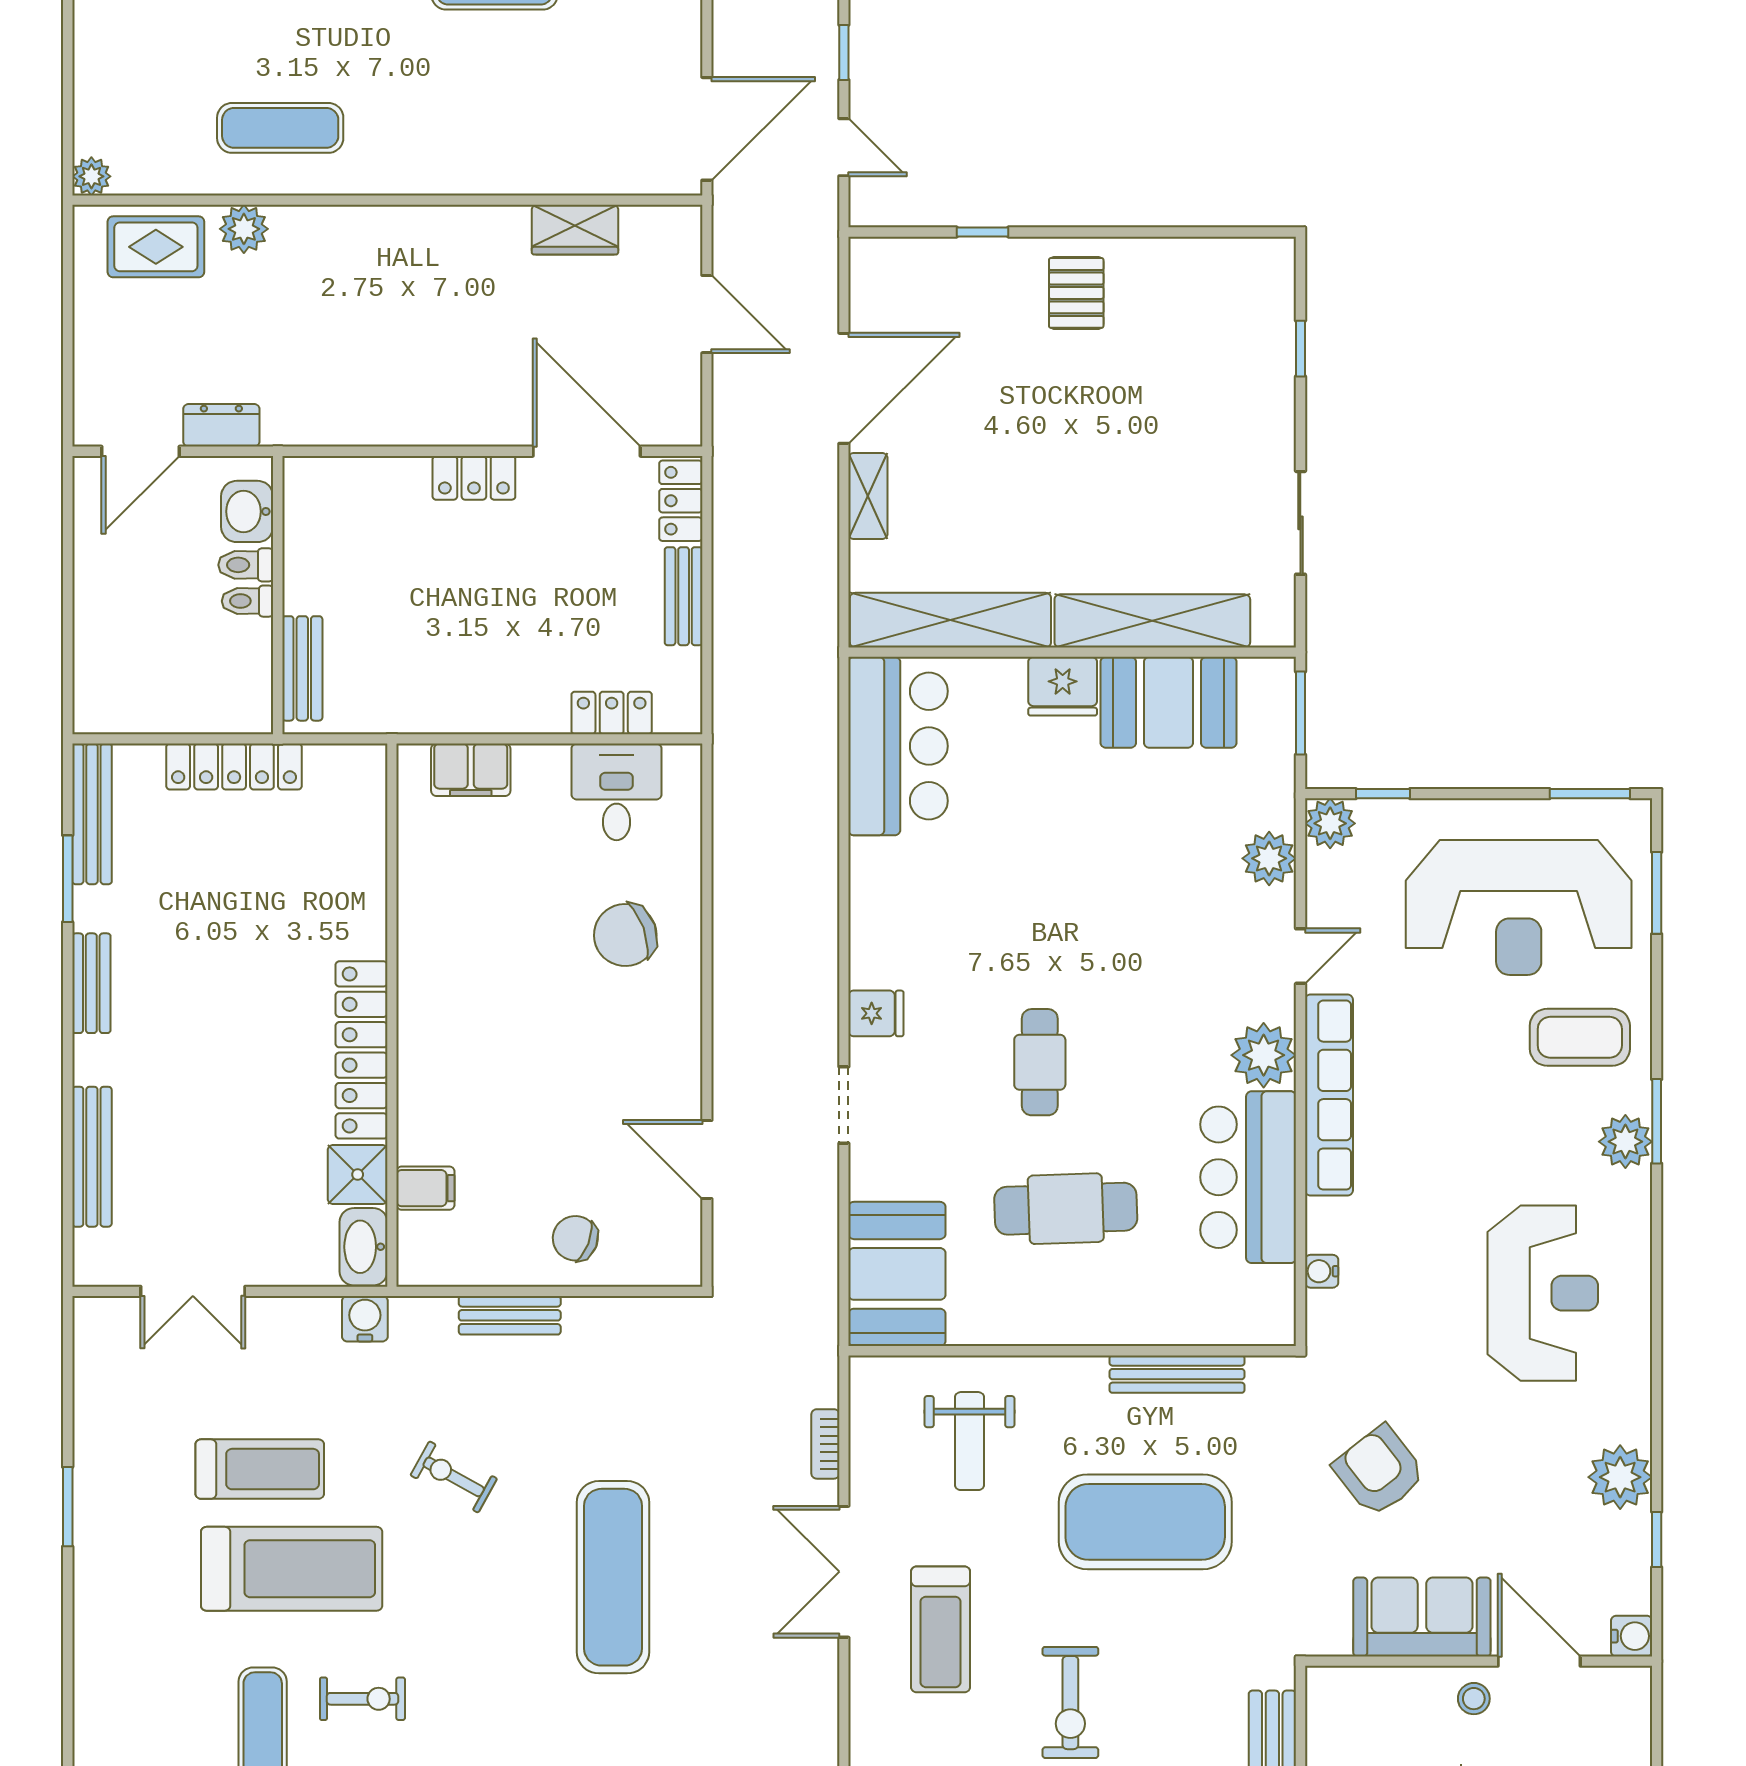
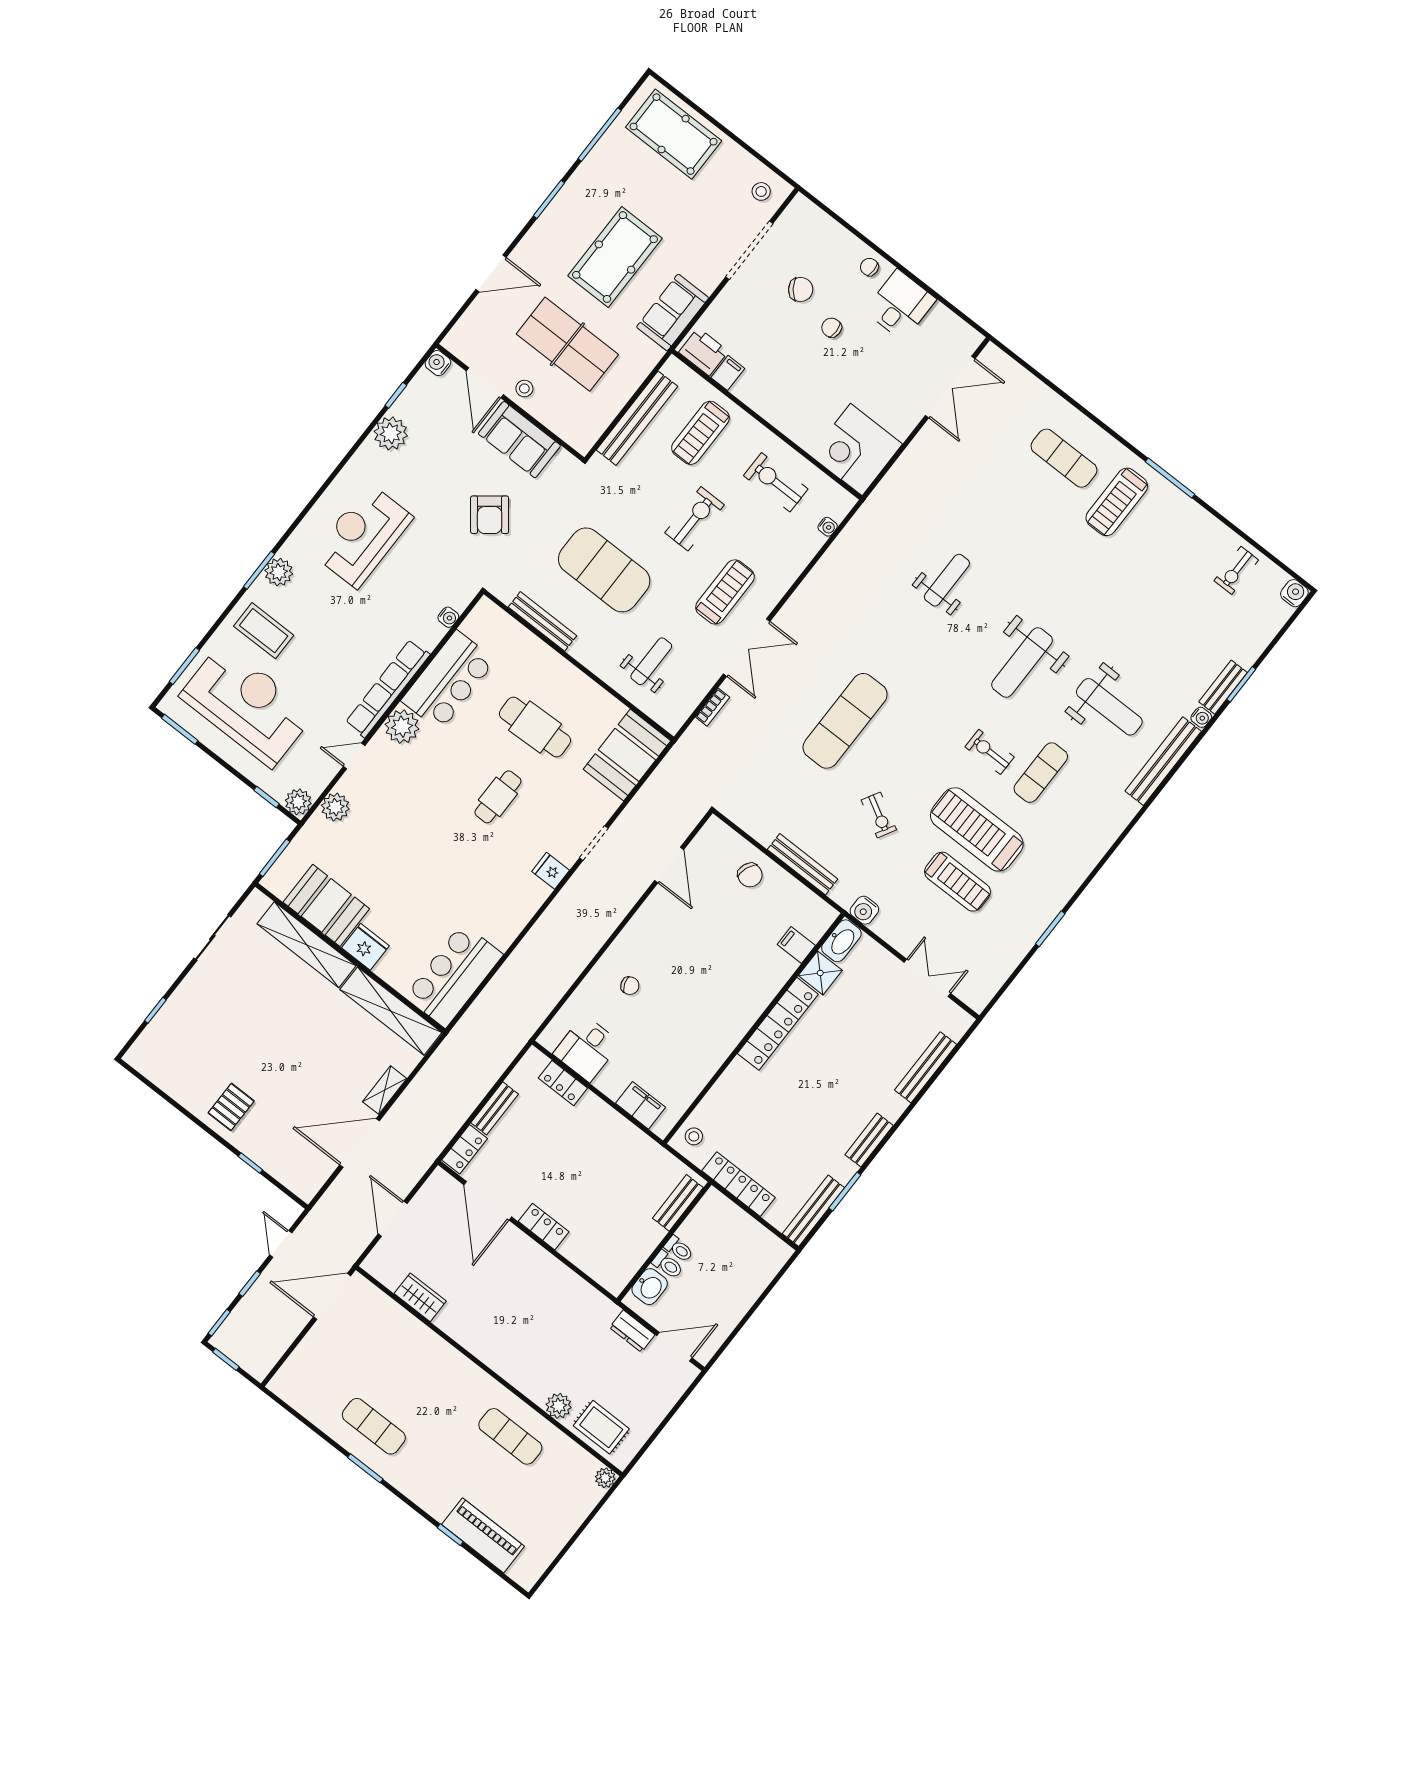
stool: (356, 786) -> (694, 1136), added
chair: (625, 935) -> (630, 986), width x0.54, depth x0.54
bench: (510, 1315) -> (803, 864), width x1.36
treadmill: (260, 1469) -> (958, 882), turned 180

